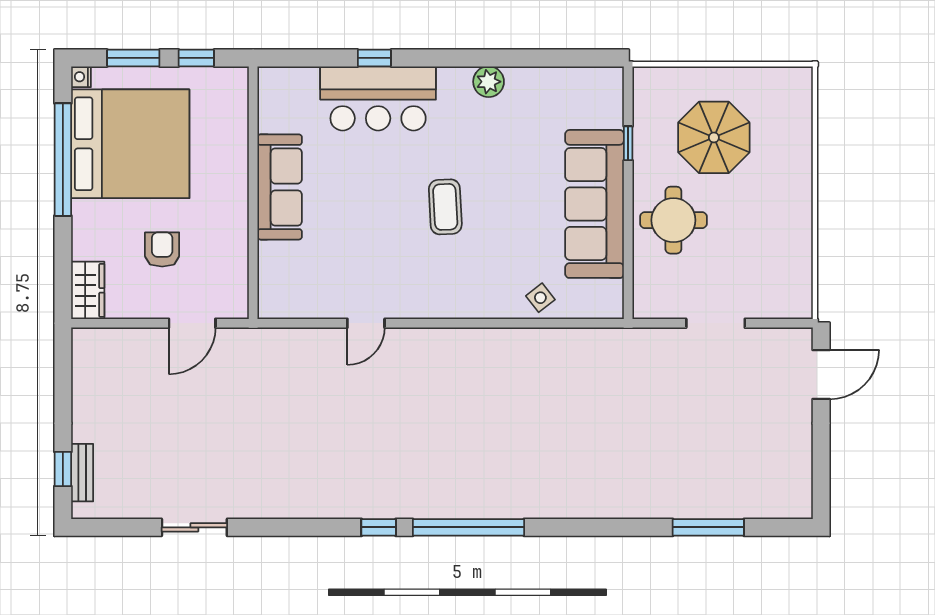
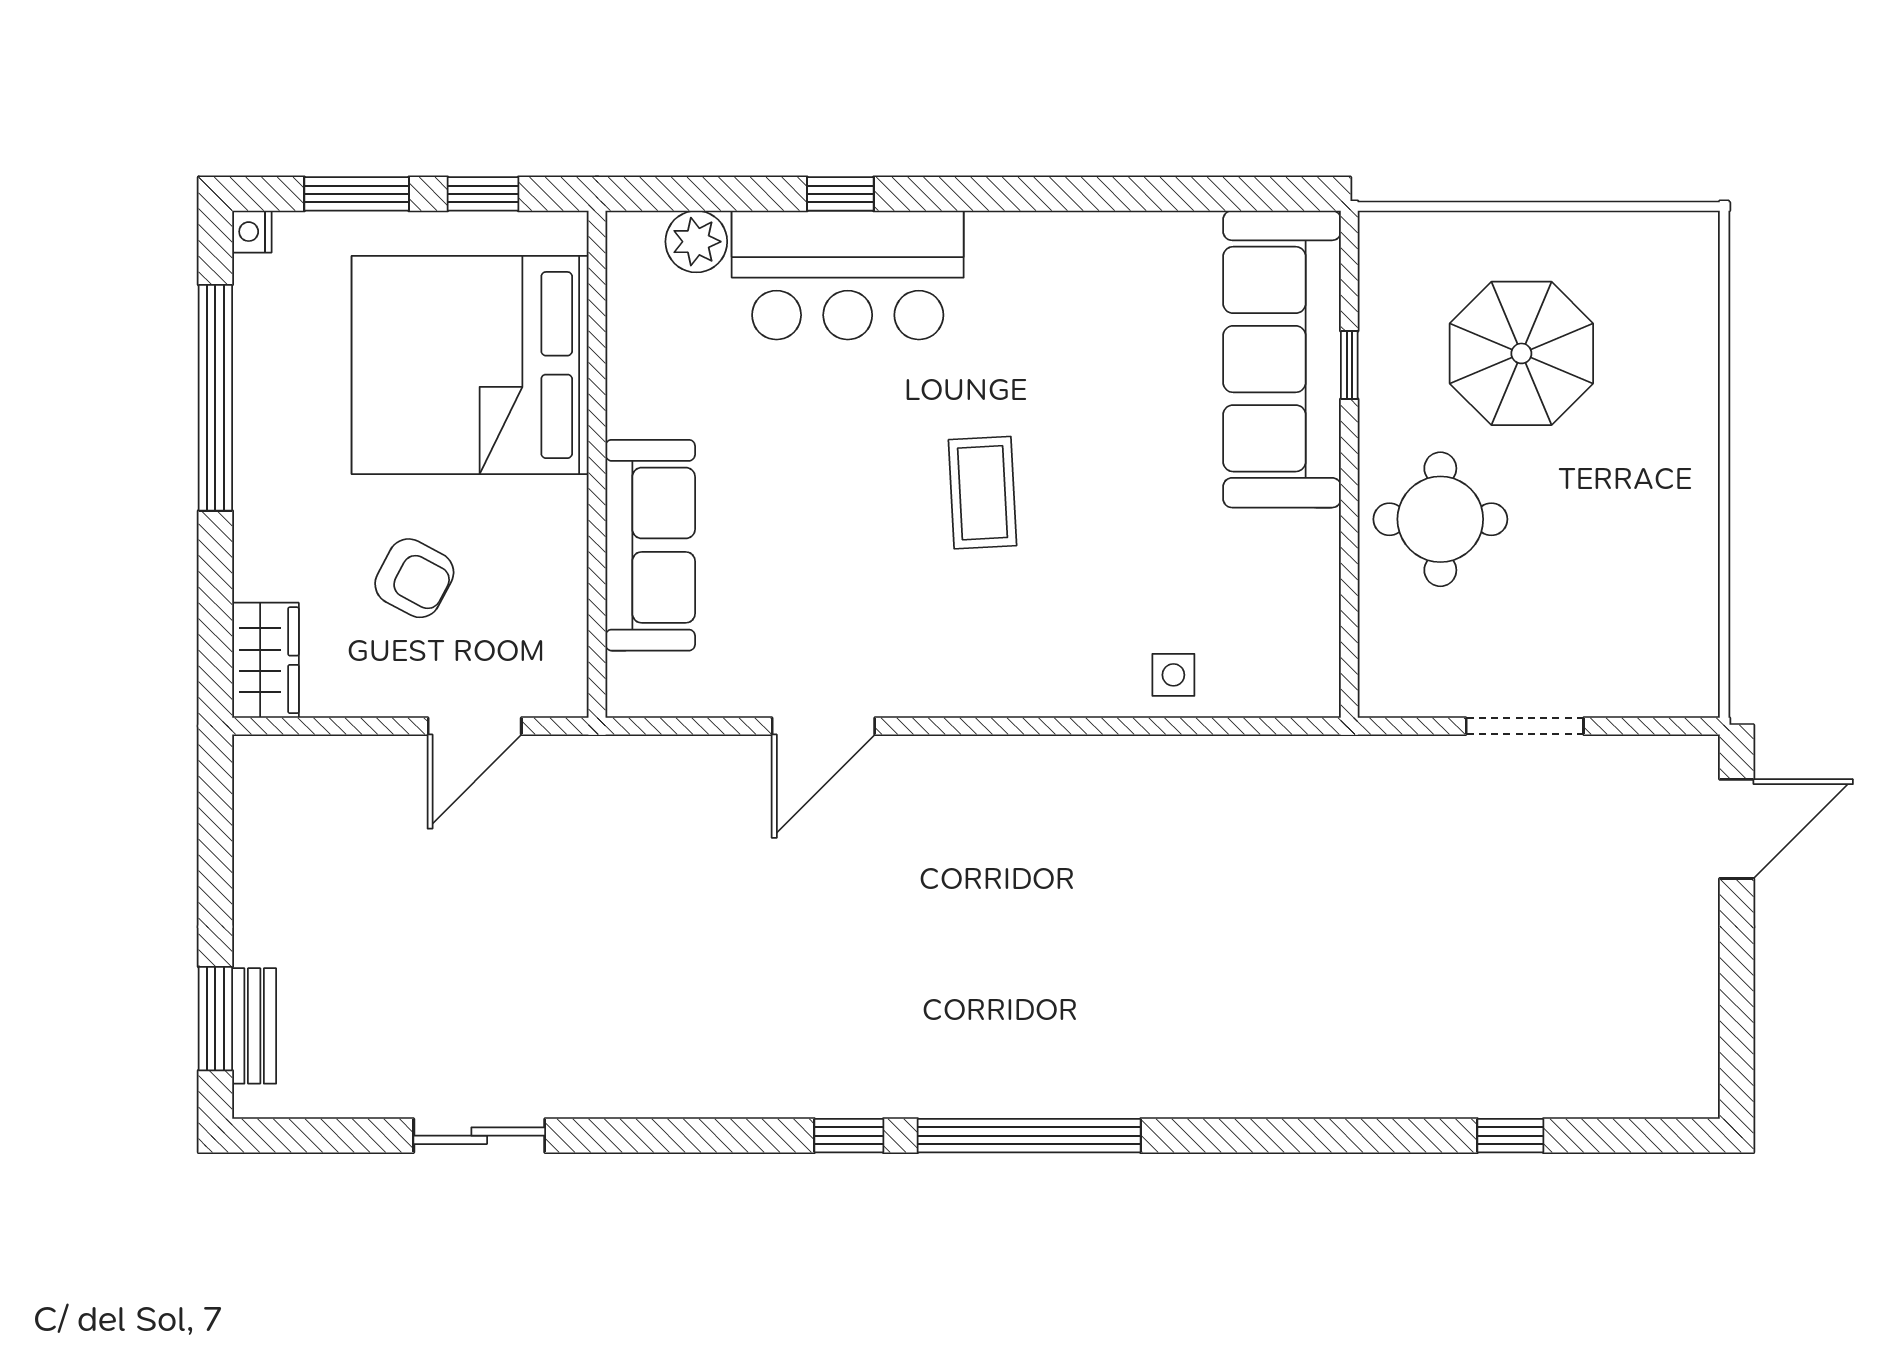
plant: (489, 82) -> (696, 242), moved
bed: (130, 144) -> (470, 365), moved, turned 180
sofa: (280, 187) -> (650, 545), moved
sofa: (595, 204) -> (1282, 359), moved
armchair: (162, 249) -> (414, 578), turned 118
side table: (540, 298) -> (1173, 675), turned 38
door: (366, 323) -> (823, 726), width x1.38
window: (63, 469) -> (215, 1019), width x1.50
window: (708, 527) -> (1510, 1136), width x0.46

